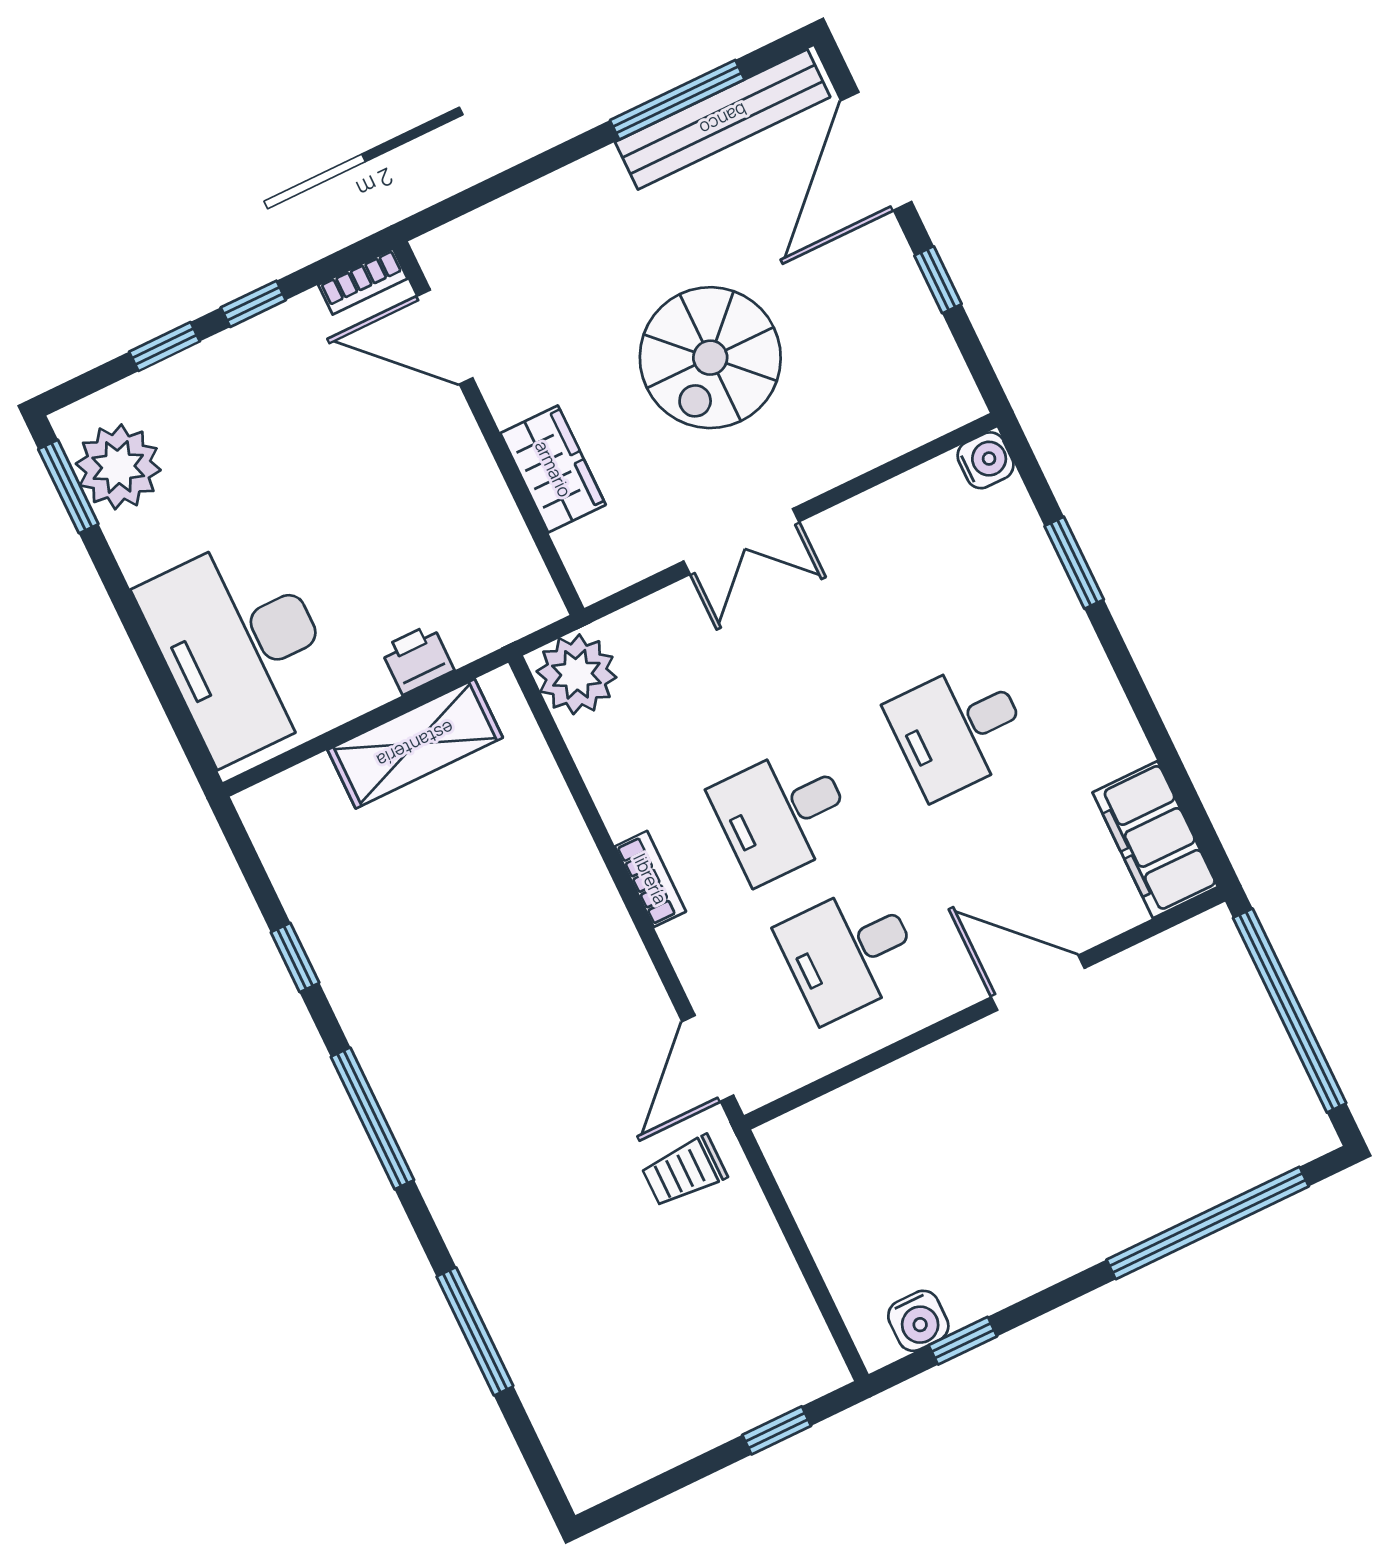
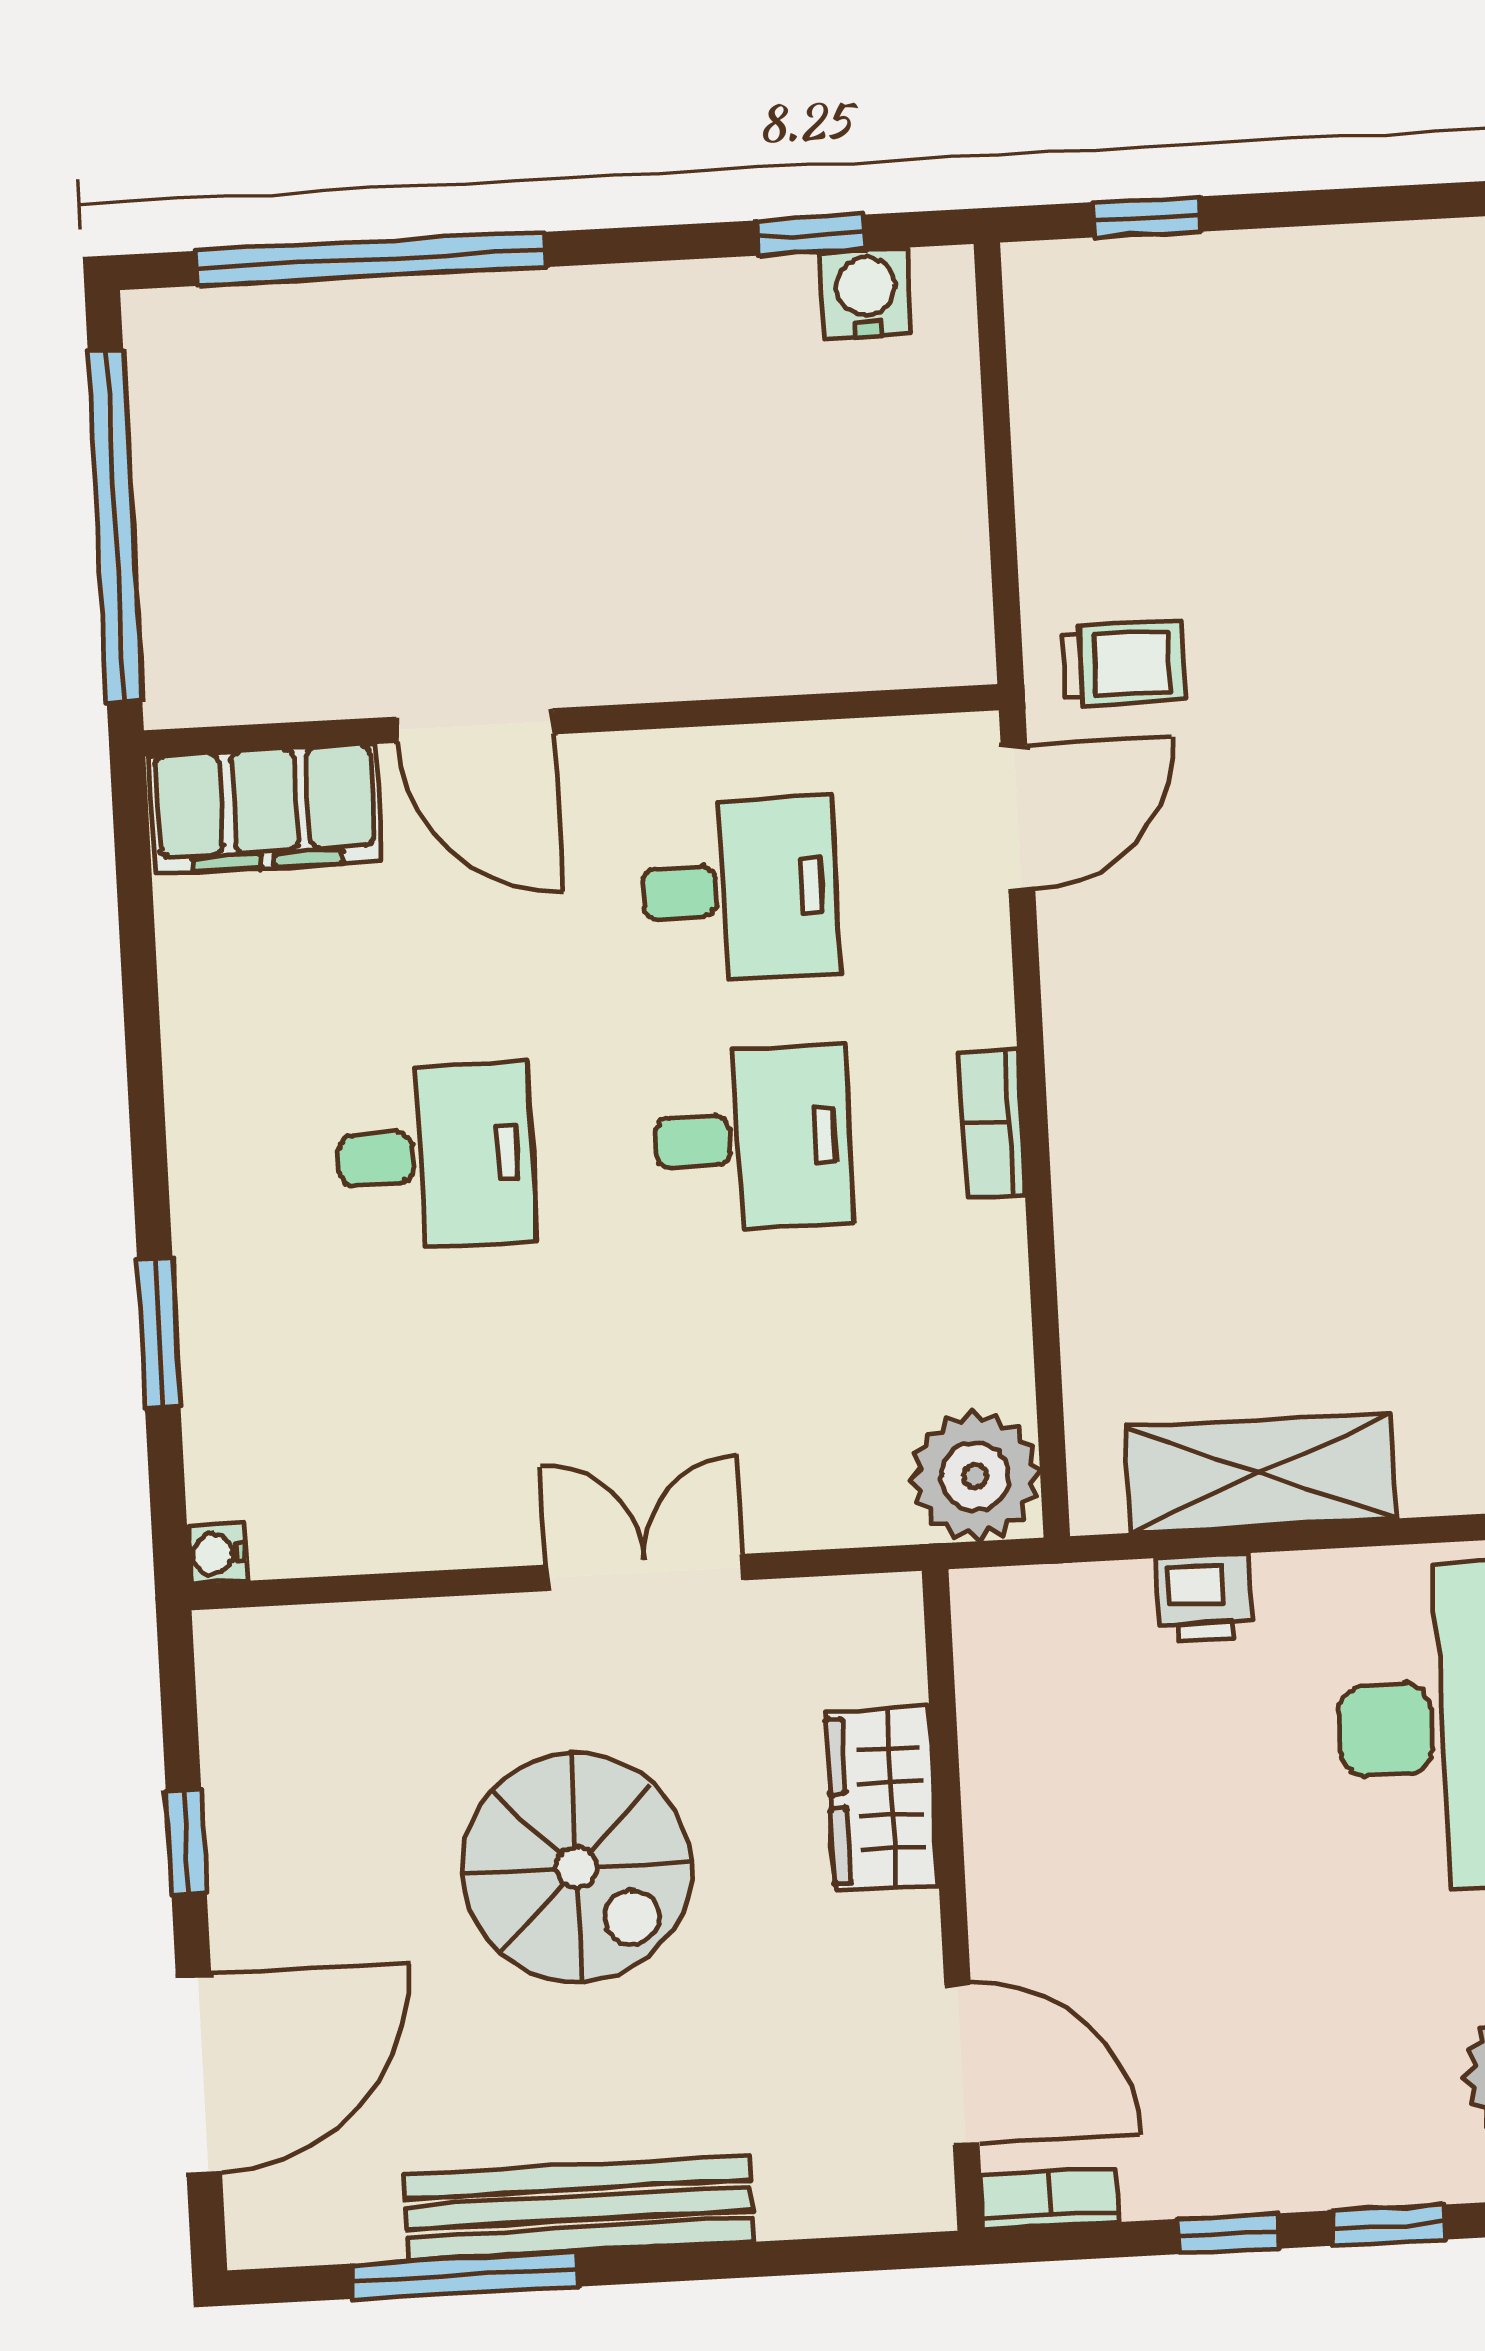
bench: (723, 119) -> (579, 2208), moved
spiral stairs: (710, 358) -> (577, 1868), turned 90
water cooler: (986, 460) -> (217, 1553), width x0.72, depth x0.72
filing cabinet: (1155, 840) -> (265, 809), moved, turned 90

